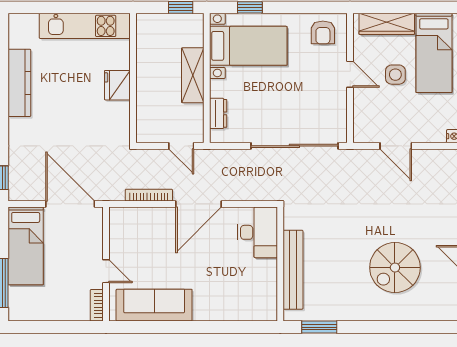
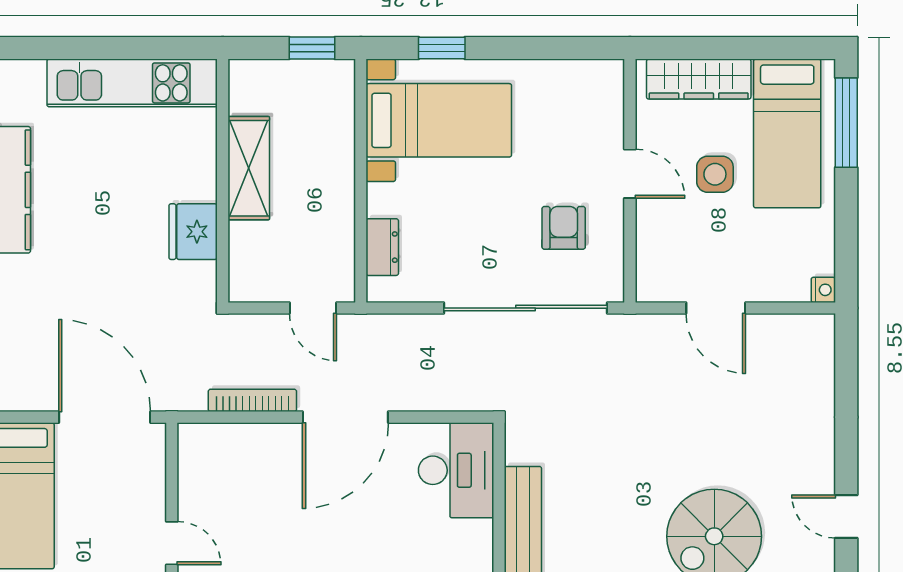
armchair: (323, 32) -> (564, 228), moved, turned 180
shelving: (193, 75) -> (249, 168), moved
fridge: (117, 85) -> (193, 232), moved

